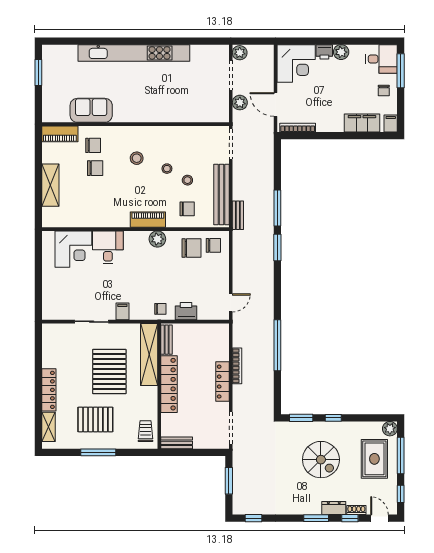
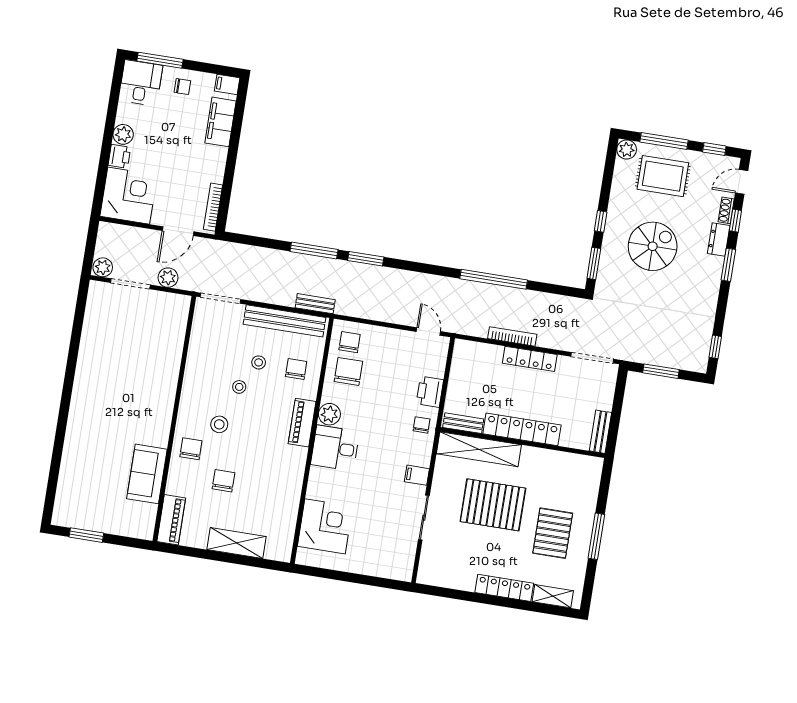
kitchen unit: (134, 53) -> (81, 406), removed
chair: (93, 145) -> (191, 449), moved
desk: (108, 247) -> (335, 448), moved
trolley: (145, 431) -> (579, 470), removed

